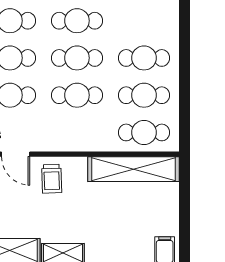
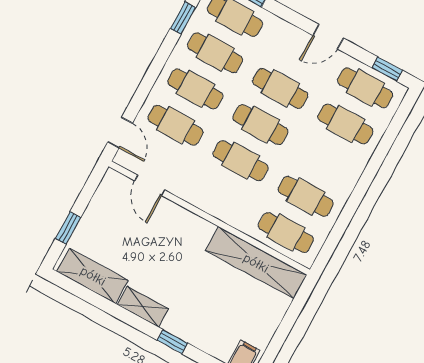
cafe table: (144, 58) -> (345, 124), moved
trolley: (52, 179) -> (172, 228), removed

